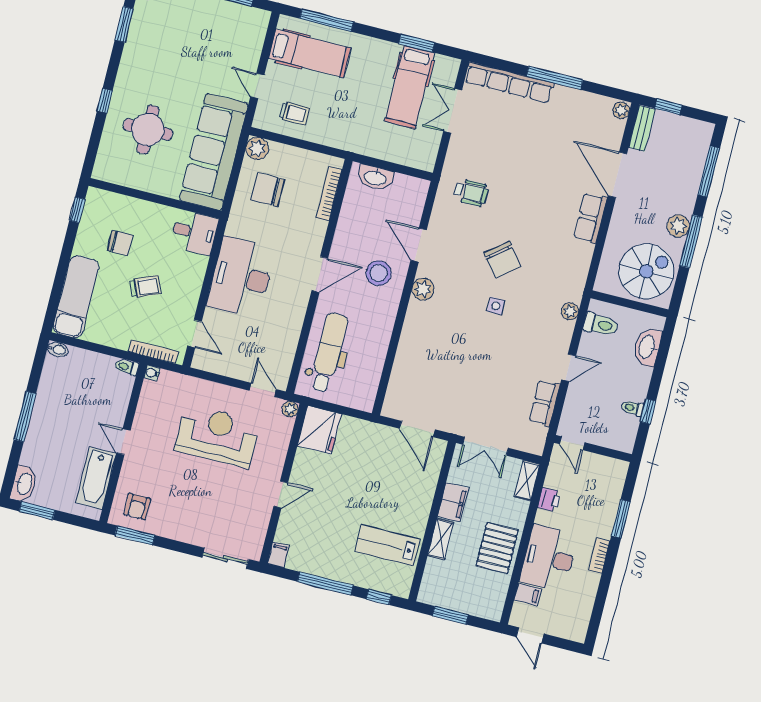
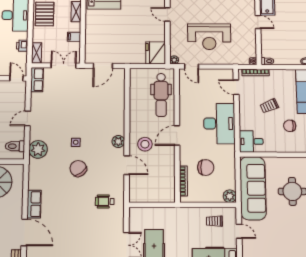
washbasin: (375, 178) -> (160, 196), removed
chair: (267, 190) -> (206, 167), moved
plant: (570, 311) -> (38, 149), width x1.88, depth x1.88
row of seats: (545, 403) -> (37, 80), moved
door: (417, 429) -> (103, 66), swing flipped
door: (281, 494) -> (167, 15), hinge flipped
filing cabinet: (453, 502) -> (74, 37), width x0.50

